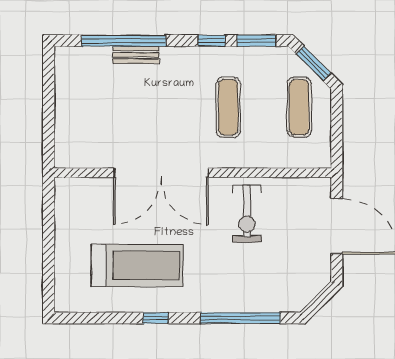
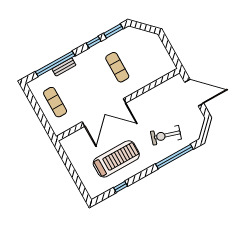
window: (313, 63) -> (144, 27), removed
exercise mat: (299, 107) -> (55, 102), moved
exercise bike: (247, 214) -> (166, 135), moved, turned 107
window: (156, 318) -> (120, 187), moved

